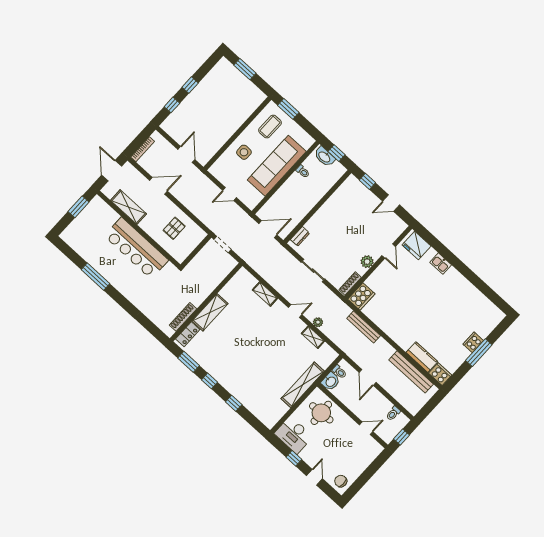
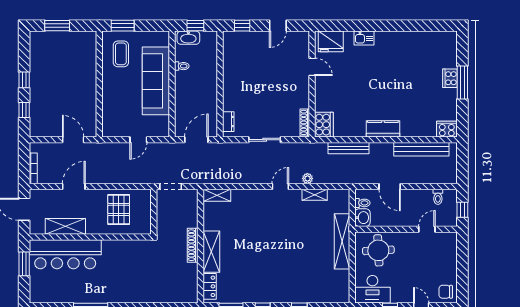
side table: (244, 152) -> (119, 95), removed
pallet: (174, 228) -> (119, 209), width x1.50, depth x1.42
bar counter: (136, 248) -> (65, 254), moved
plant: (367, 262) -> (302, 92), removed
shelving: (265, 294) -> (217, 195), moved
shoe rack: (183, 317) -> (193, 245), moved
kitchen counter: (422, 357) -> (383, 129), moved

